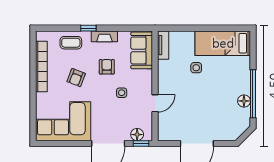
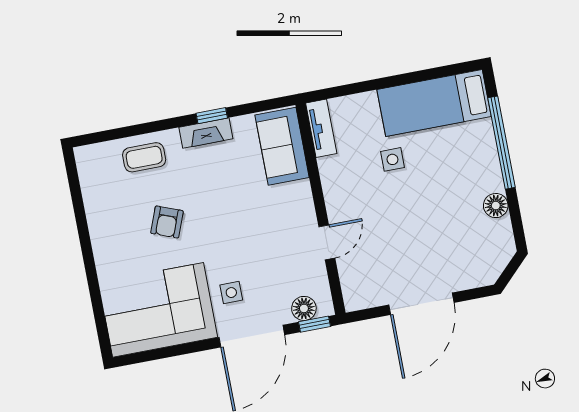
window: (88, 28) -> (212, 116), moved
bookcase: (41, 66) -> (97, 213), removed
armchair: (107, 67) -> (222, 190), removed
side table: (122, 93) -> (231, 293), moved
window: (253, 94) -> (501, 143), moved

